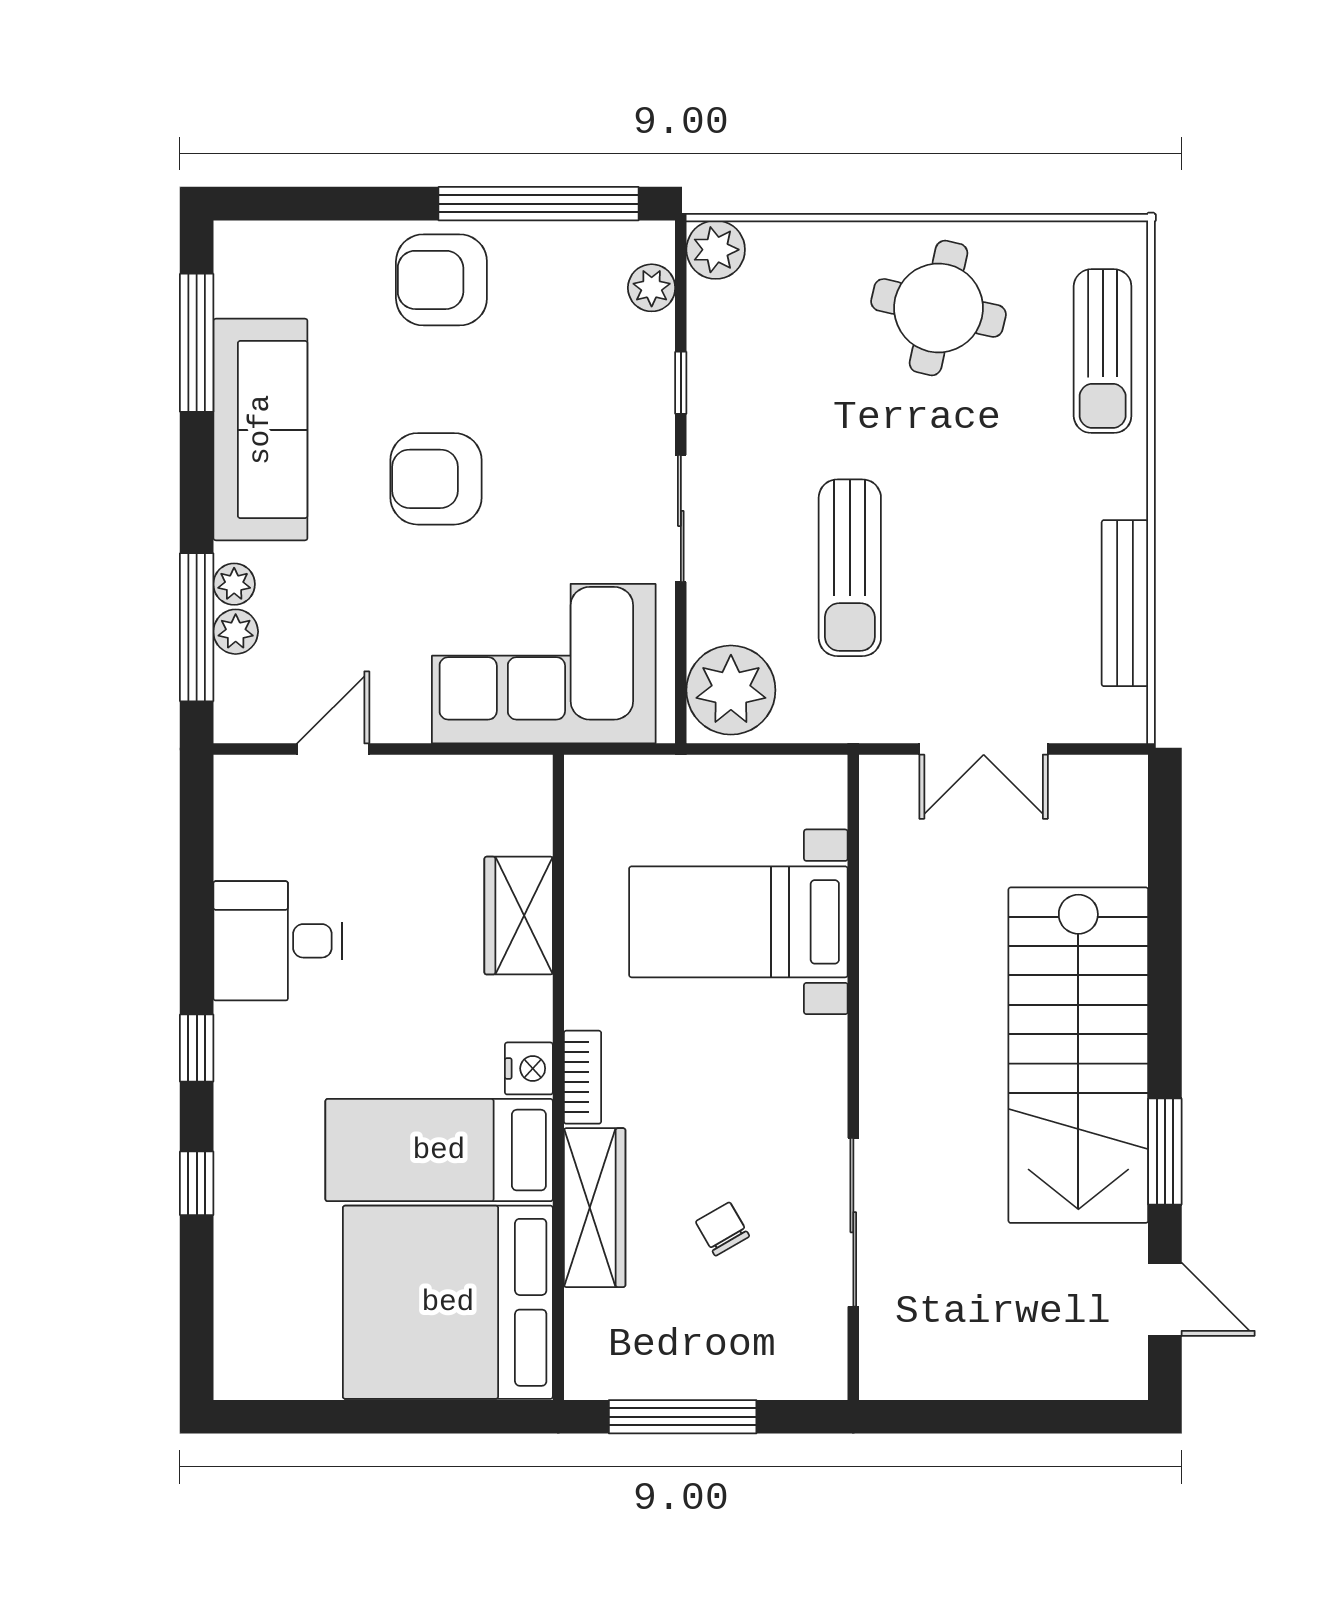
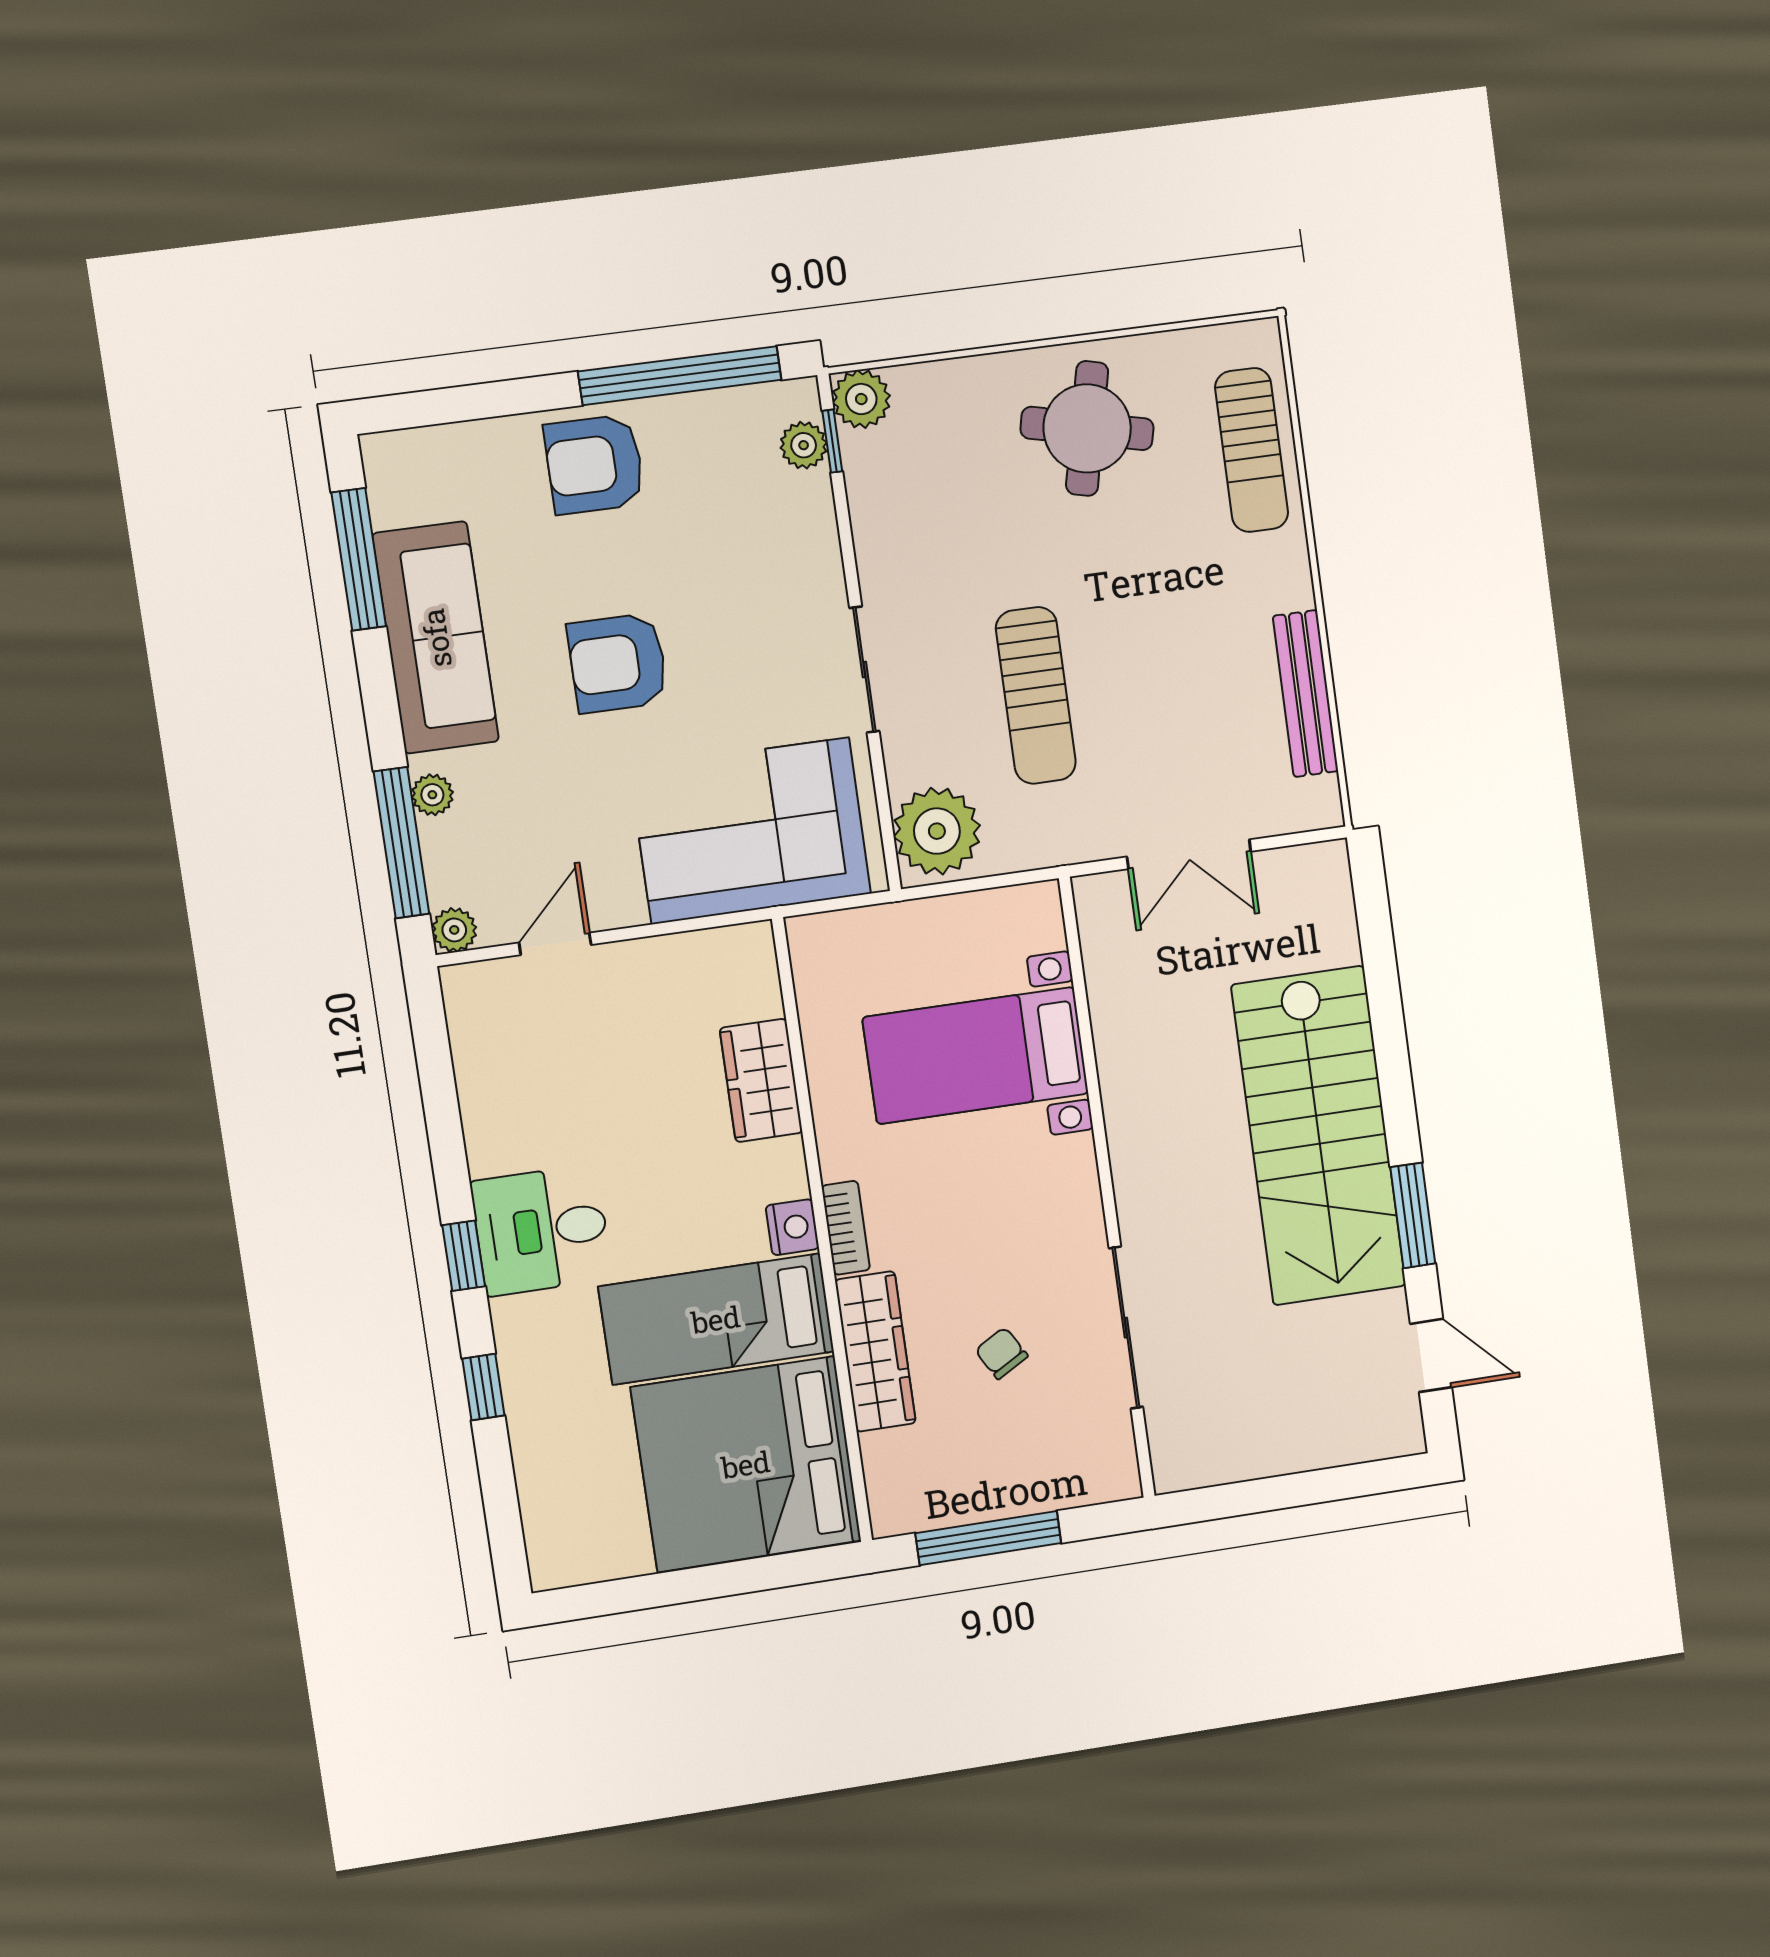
window: (681, 383) -> (832, 441), moved
plant: (236, 632) -> (454, 930), moved
desk: (278, 941) -> (542, 1230), moved

